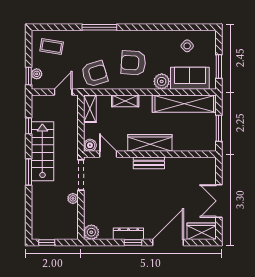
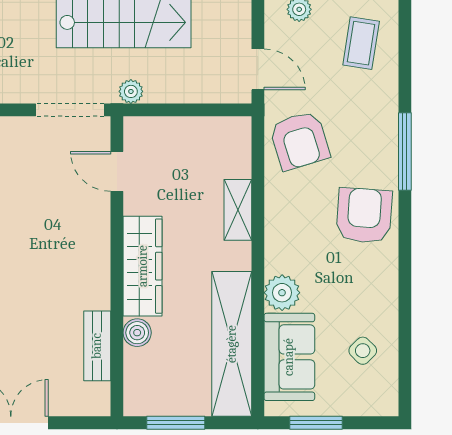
armchair: (133, 63) -> (364, 215), moved
shelving: (90, 109) -> (220, 130), removed
boiler: (90, 145) -> (137, 333), moved
door: (108, 154) -> (117, 171), swing flipped
bench: (149, 163) -> (97, 346), moved
plant: (73, 198) -> (131, 91), moved

